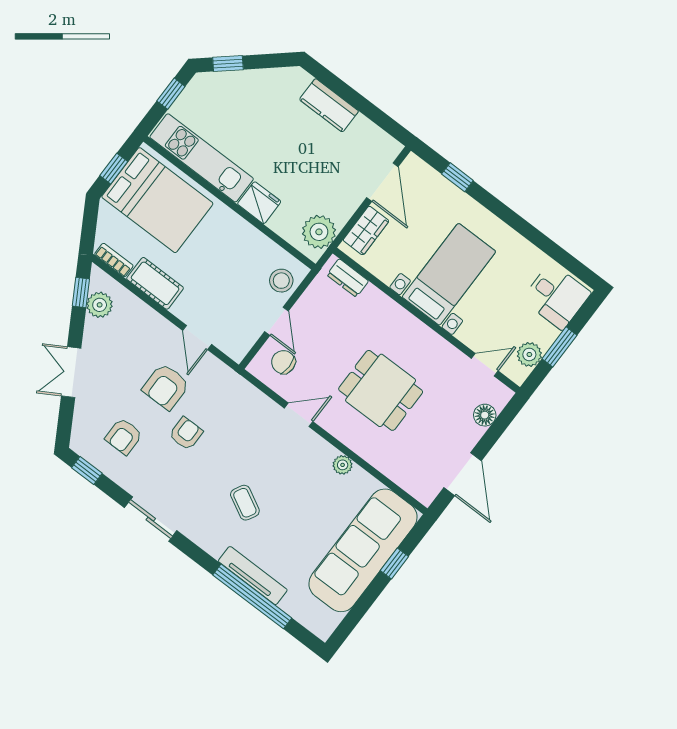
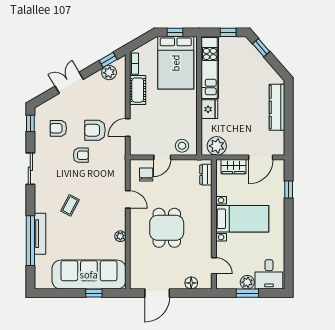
kitchen counter: (329, 105) -> (277, 107), width x1.50
plant: (529, 354) -> (247, 282), moved

